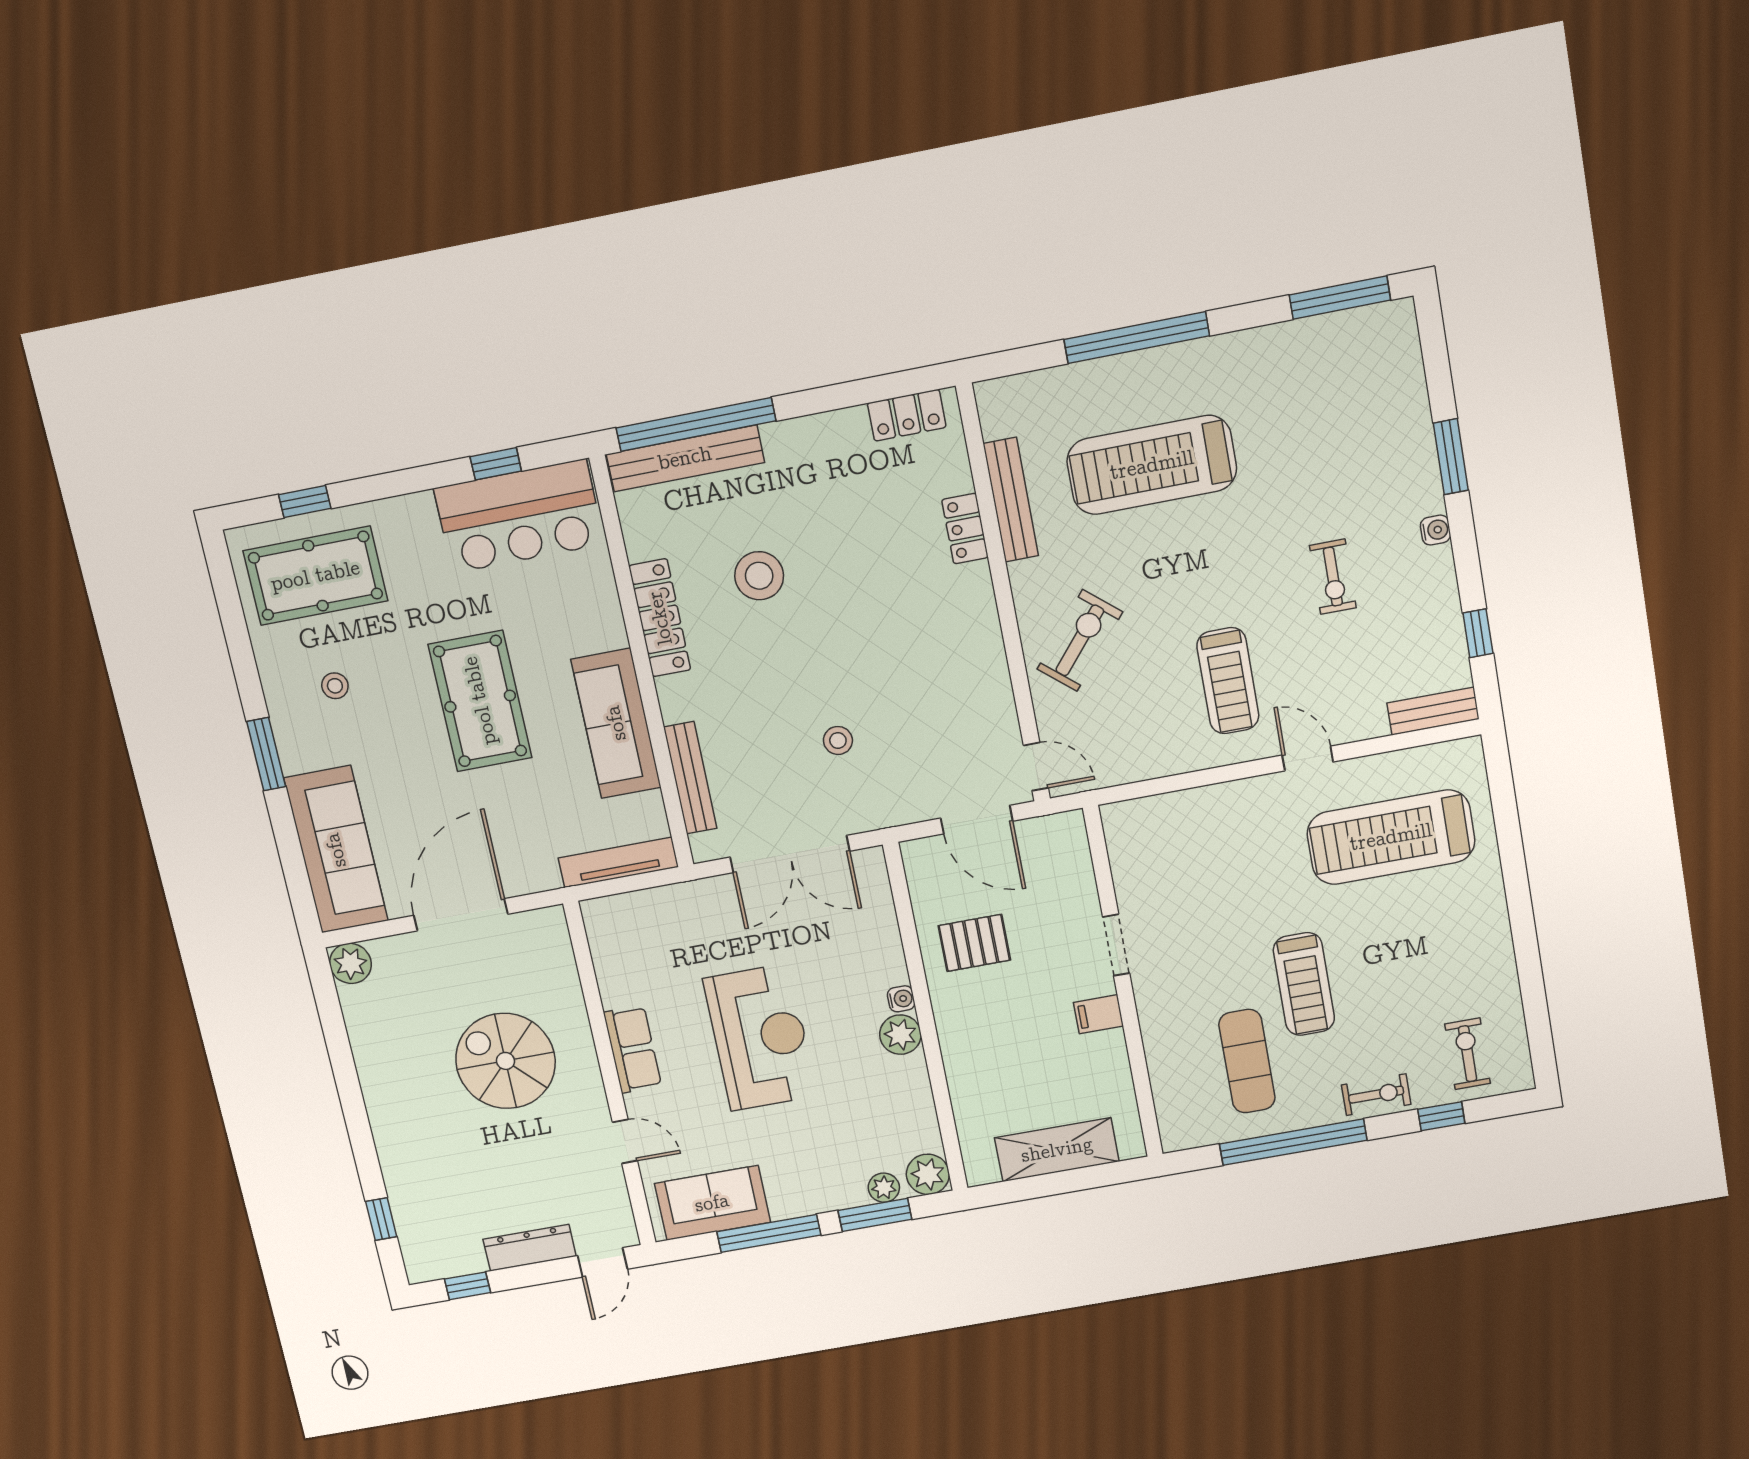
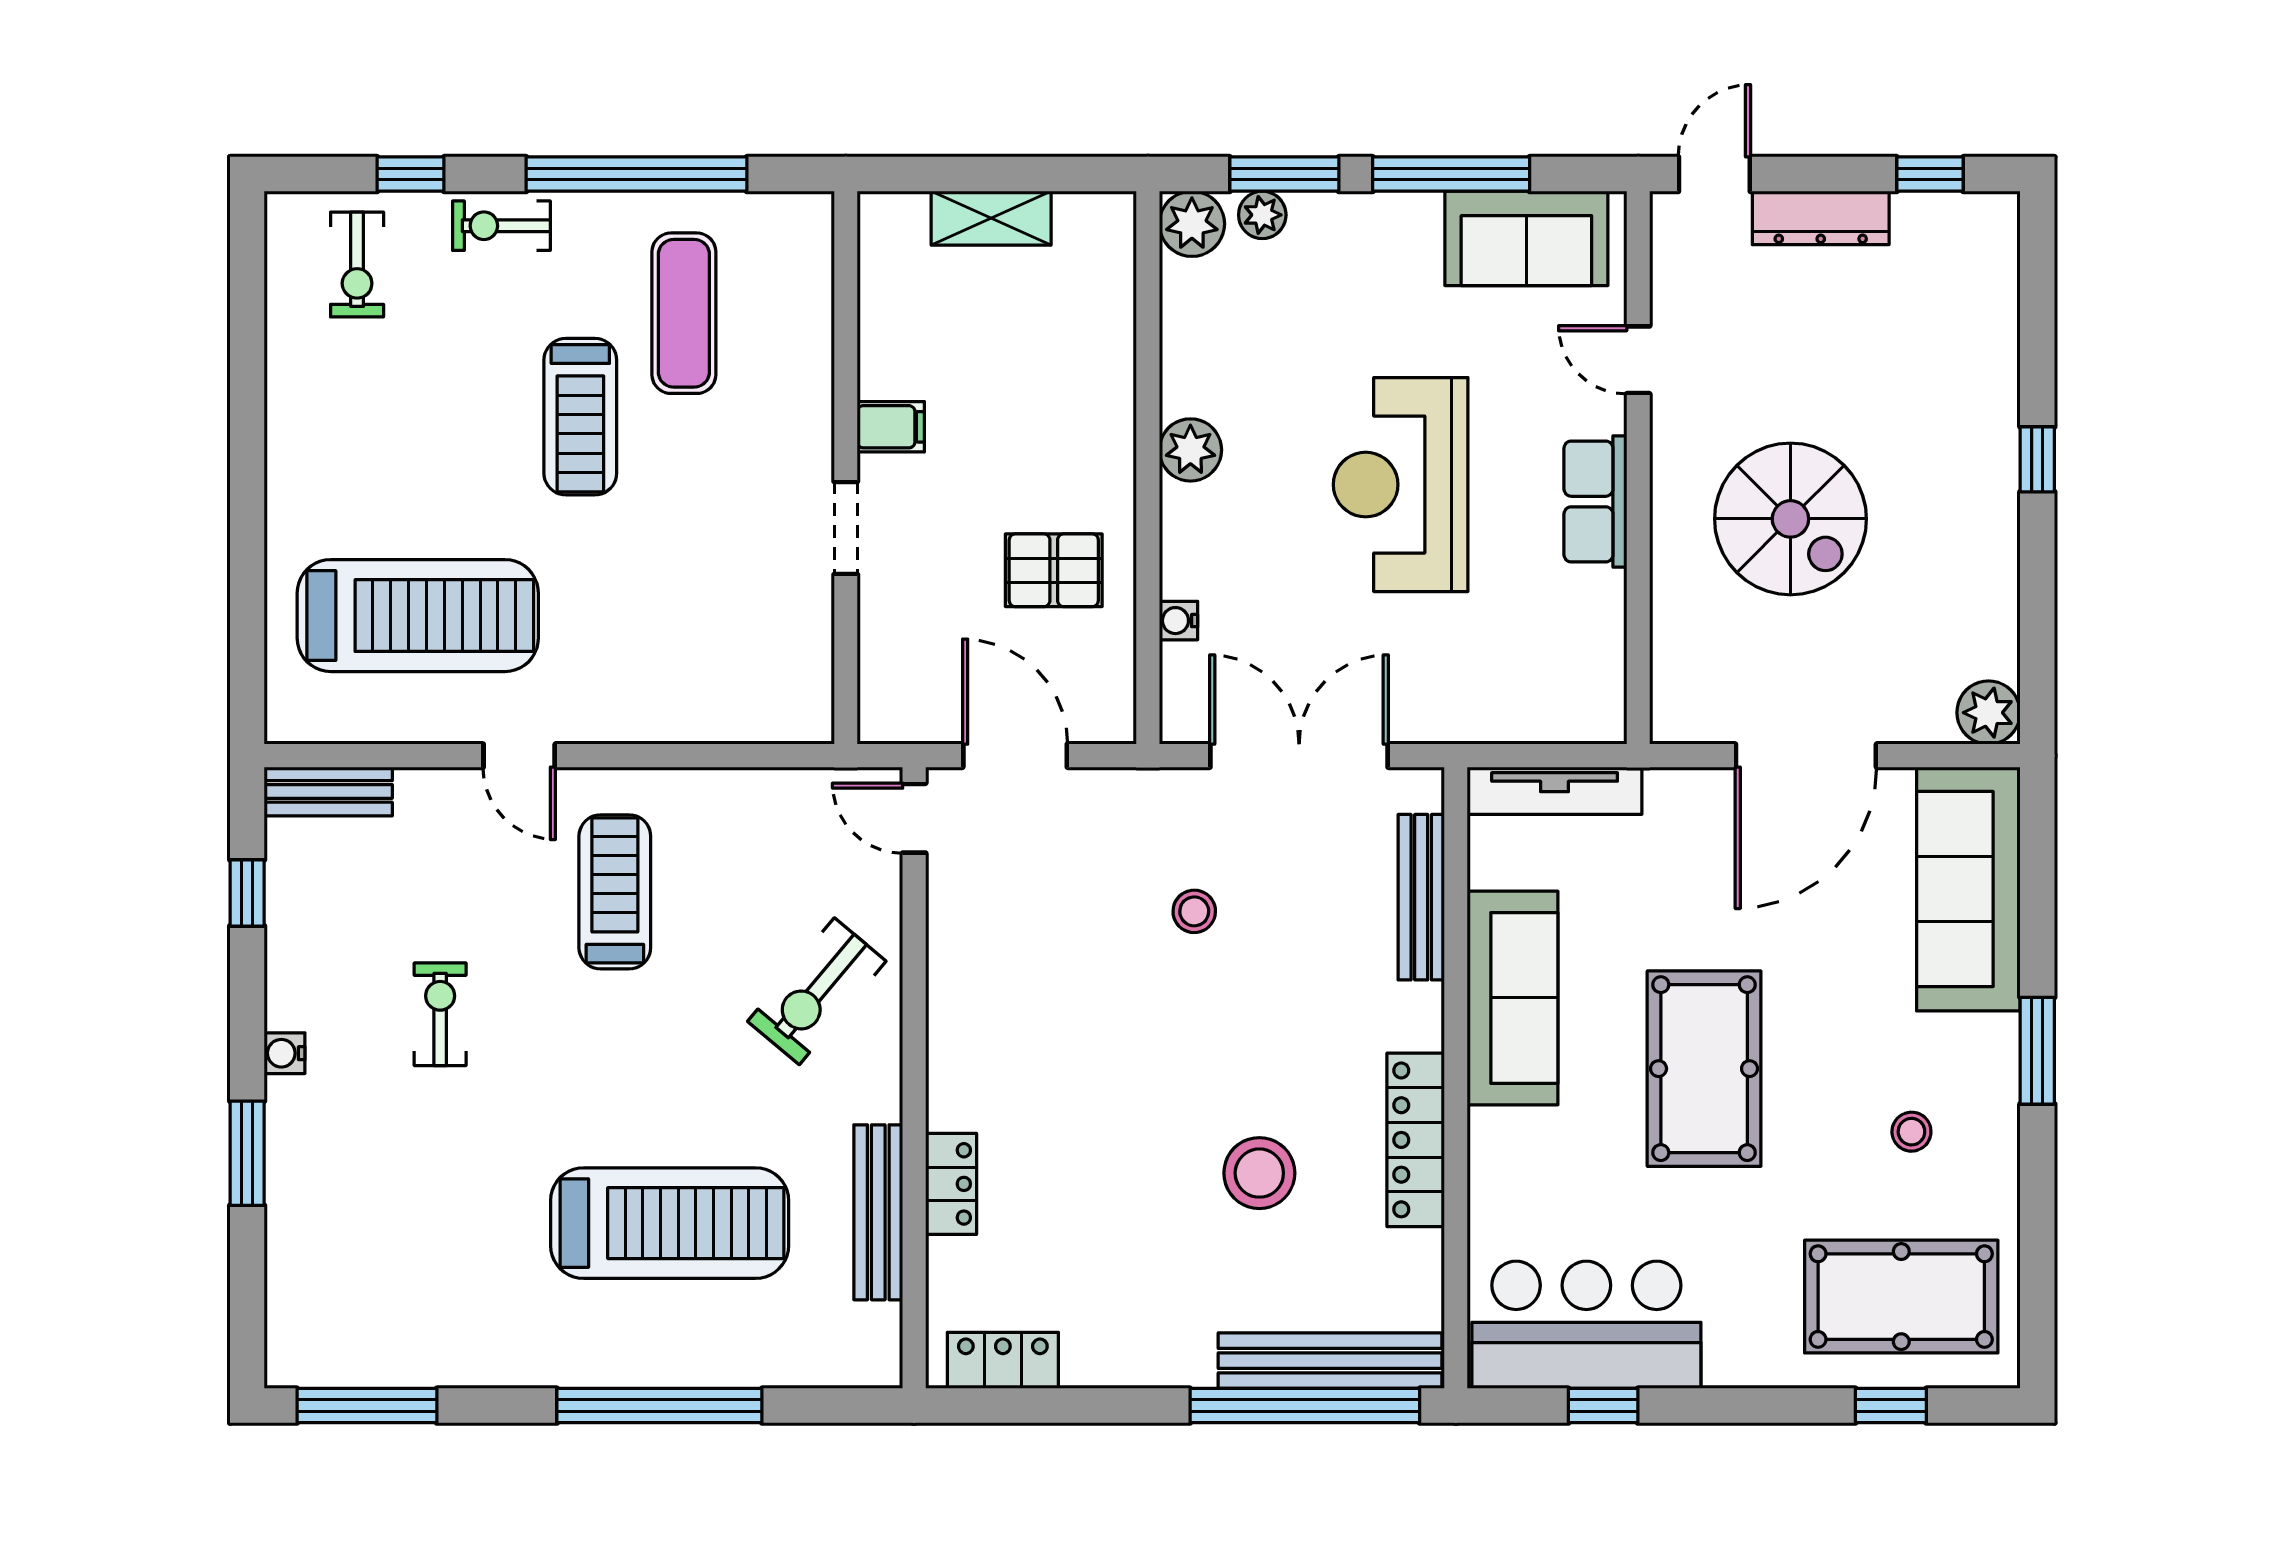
treadmill: (1304, 984) -> (580, 417), turned 180
water cooler: (901, 999) -> (1179, 621), moved
shelving: (1057, 1150) -> (991, 218), width x0.67, depth x0.75
window: (381, 1219) -> (2037, 459), moved

